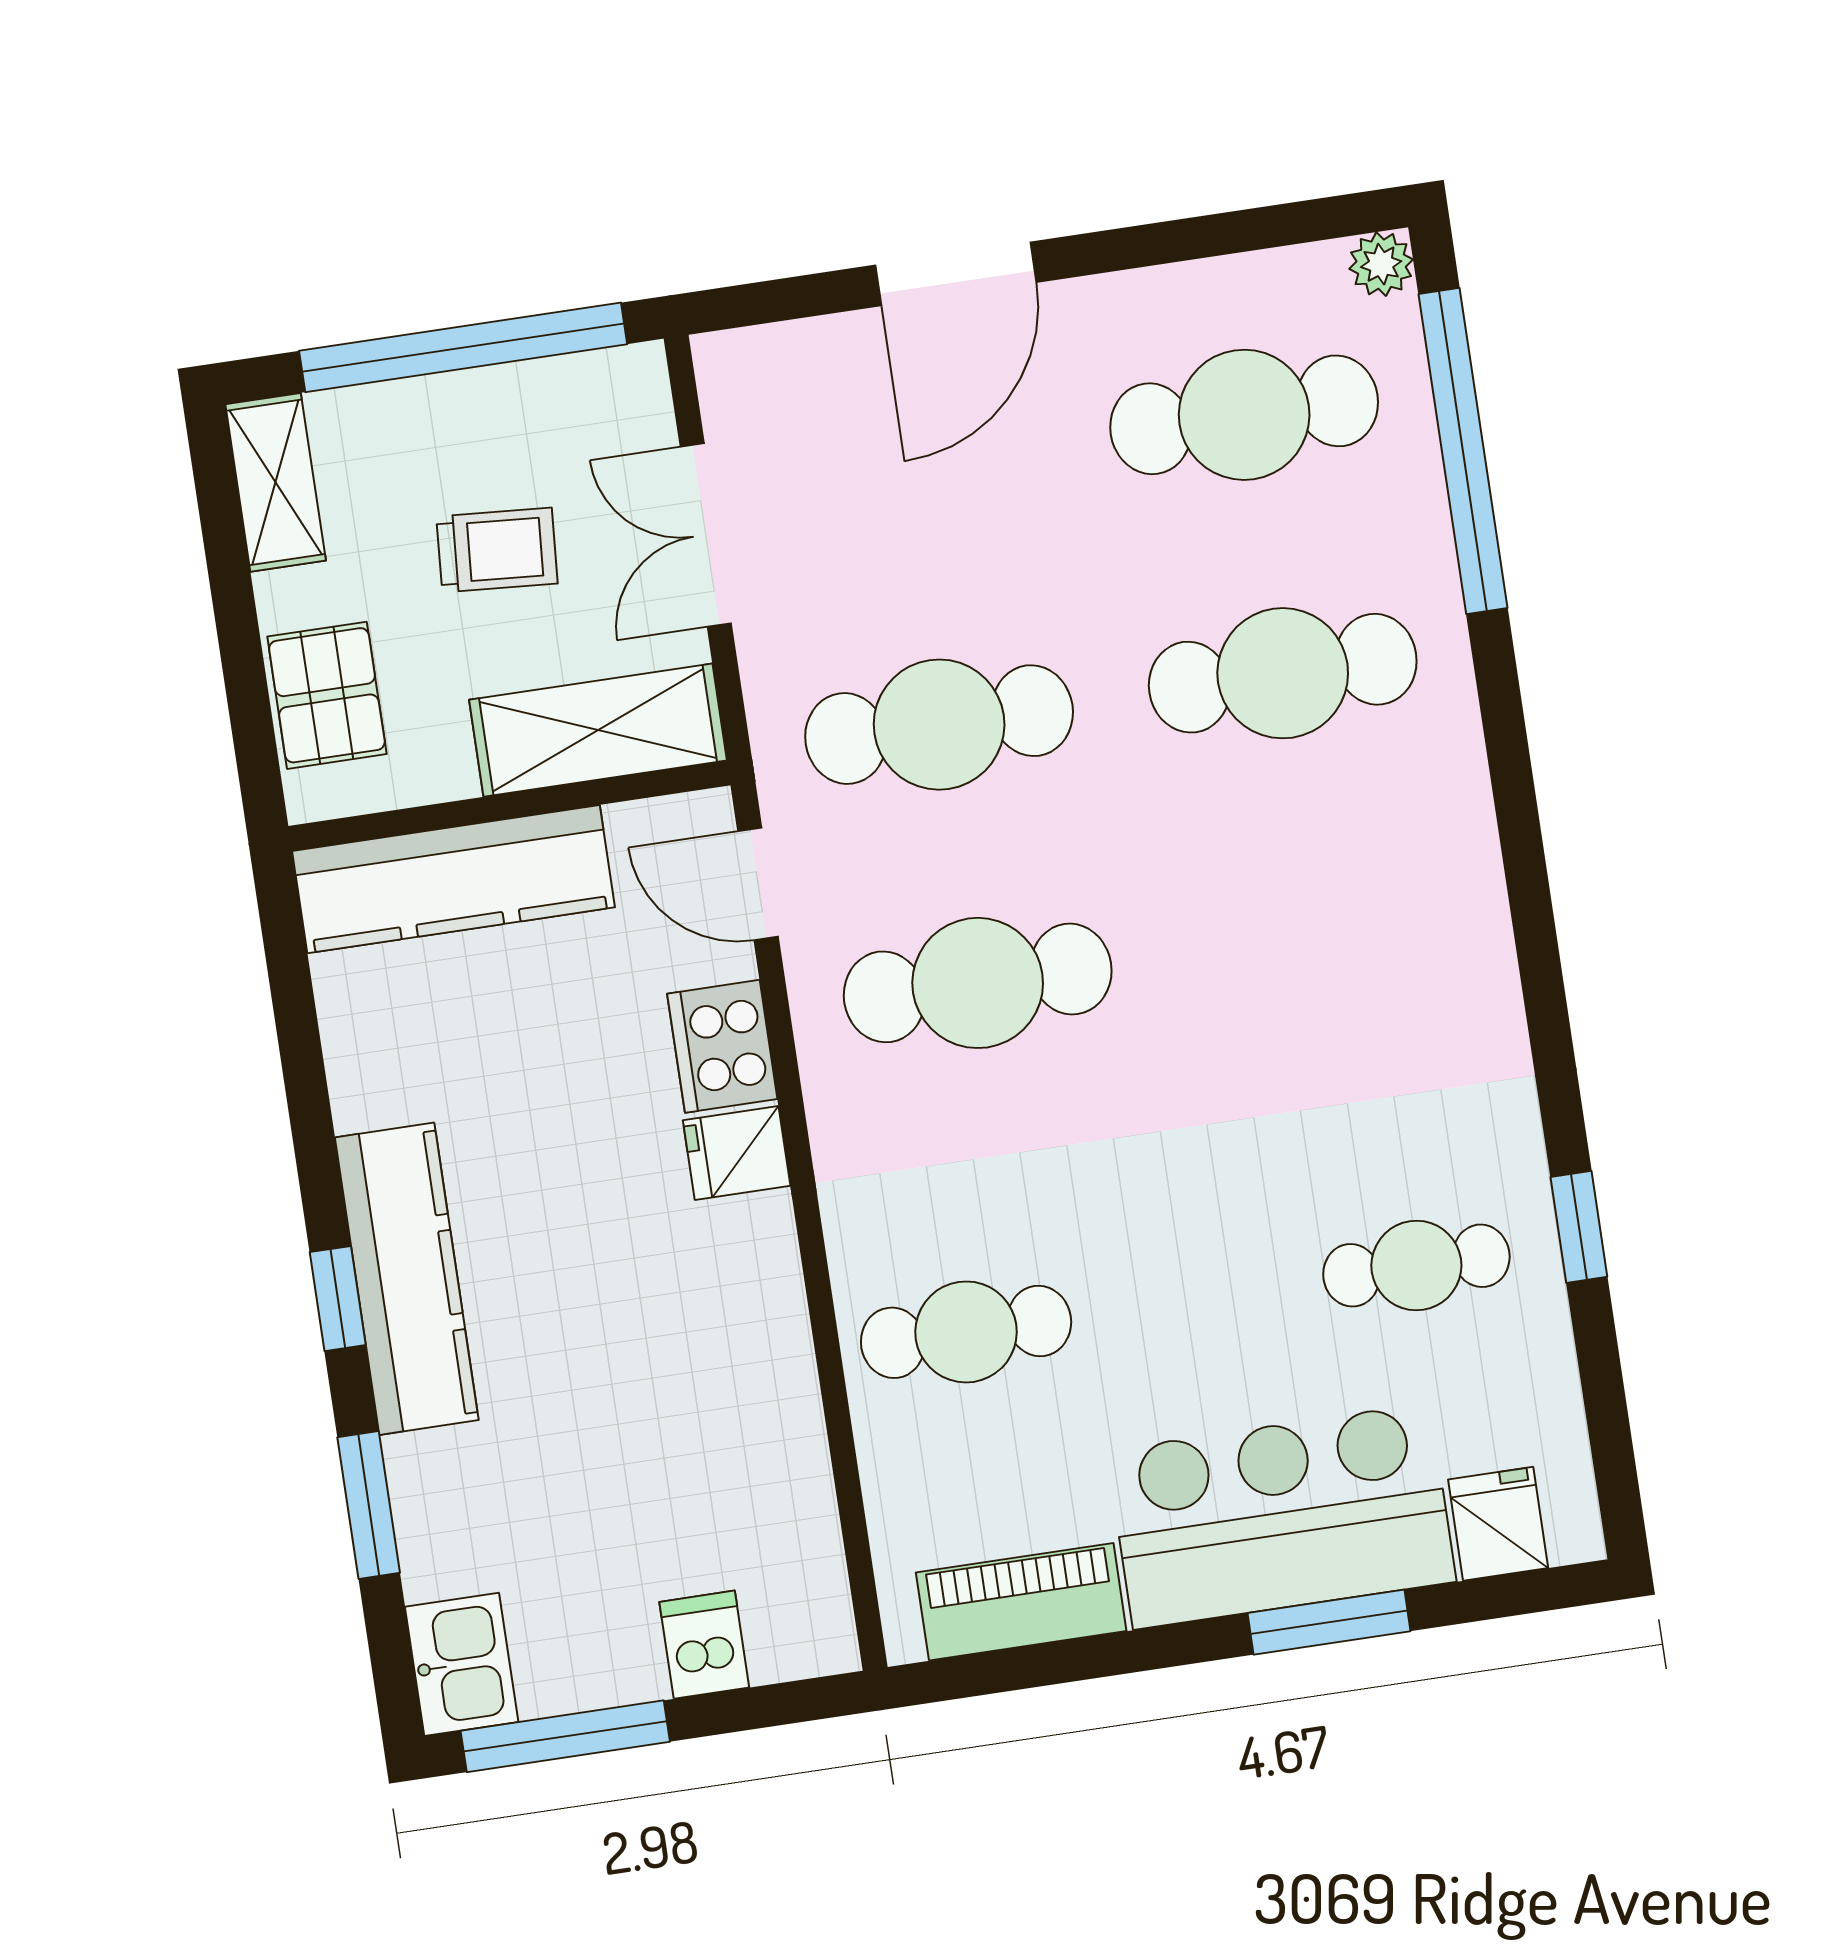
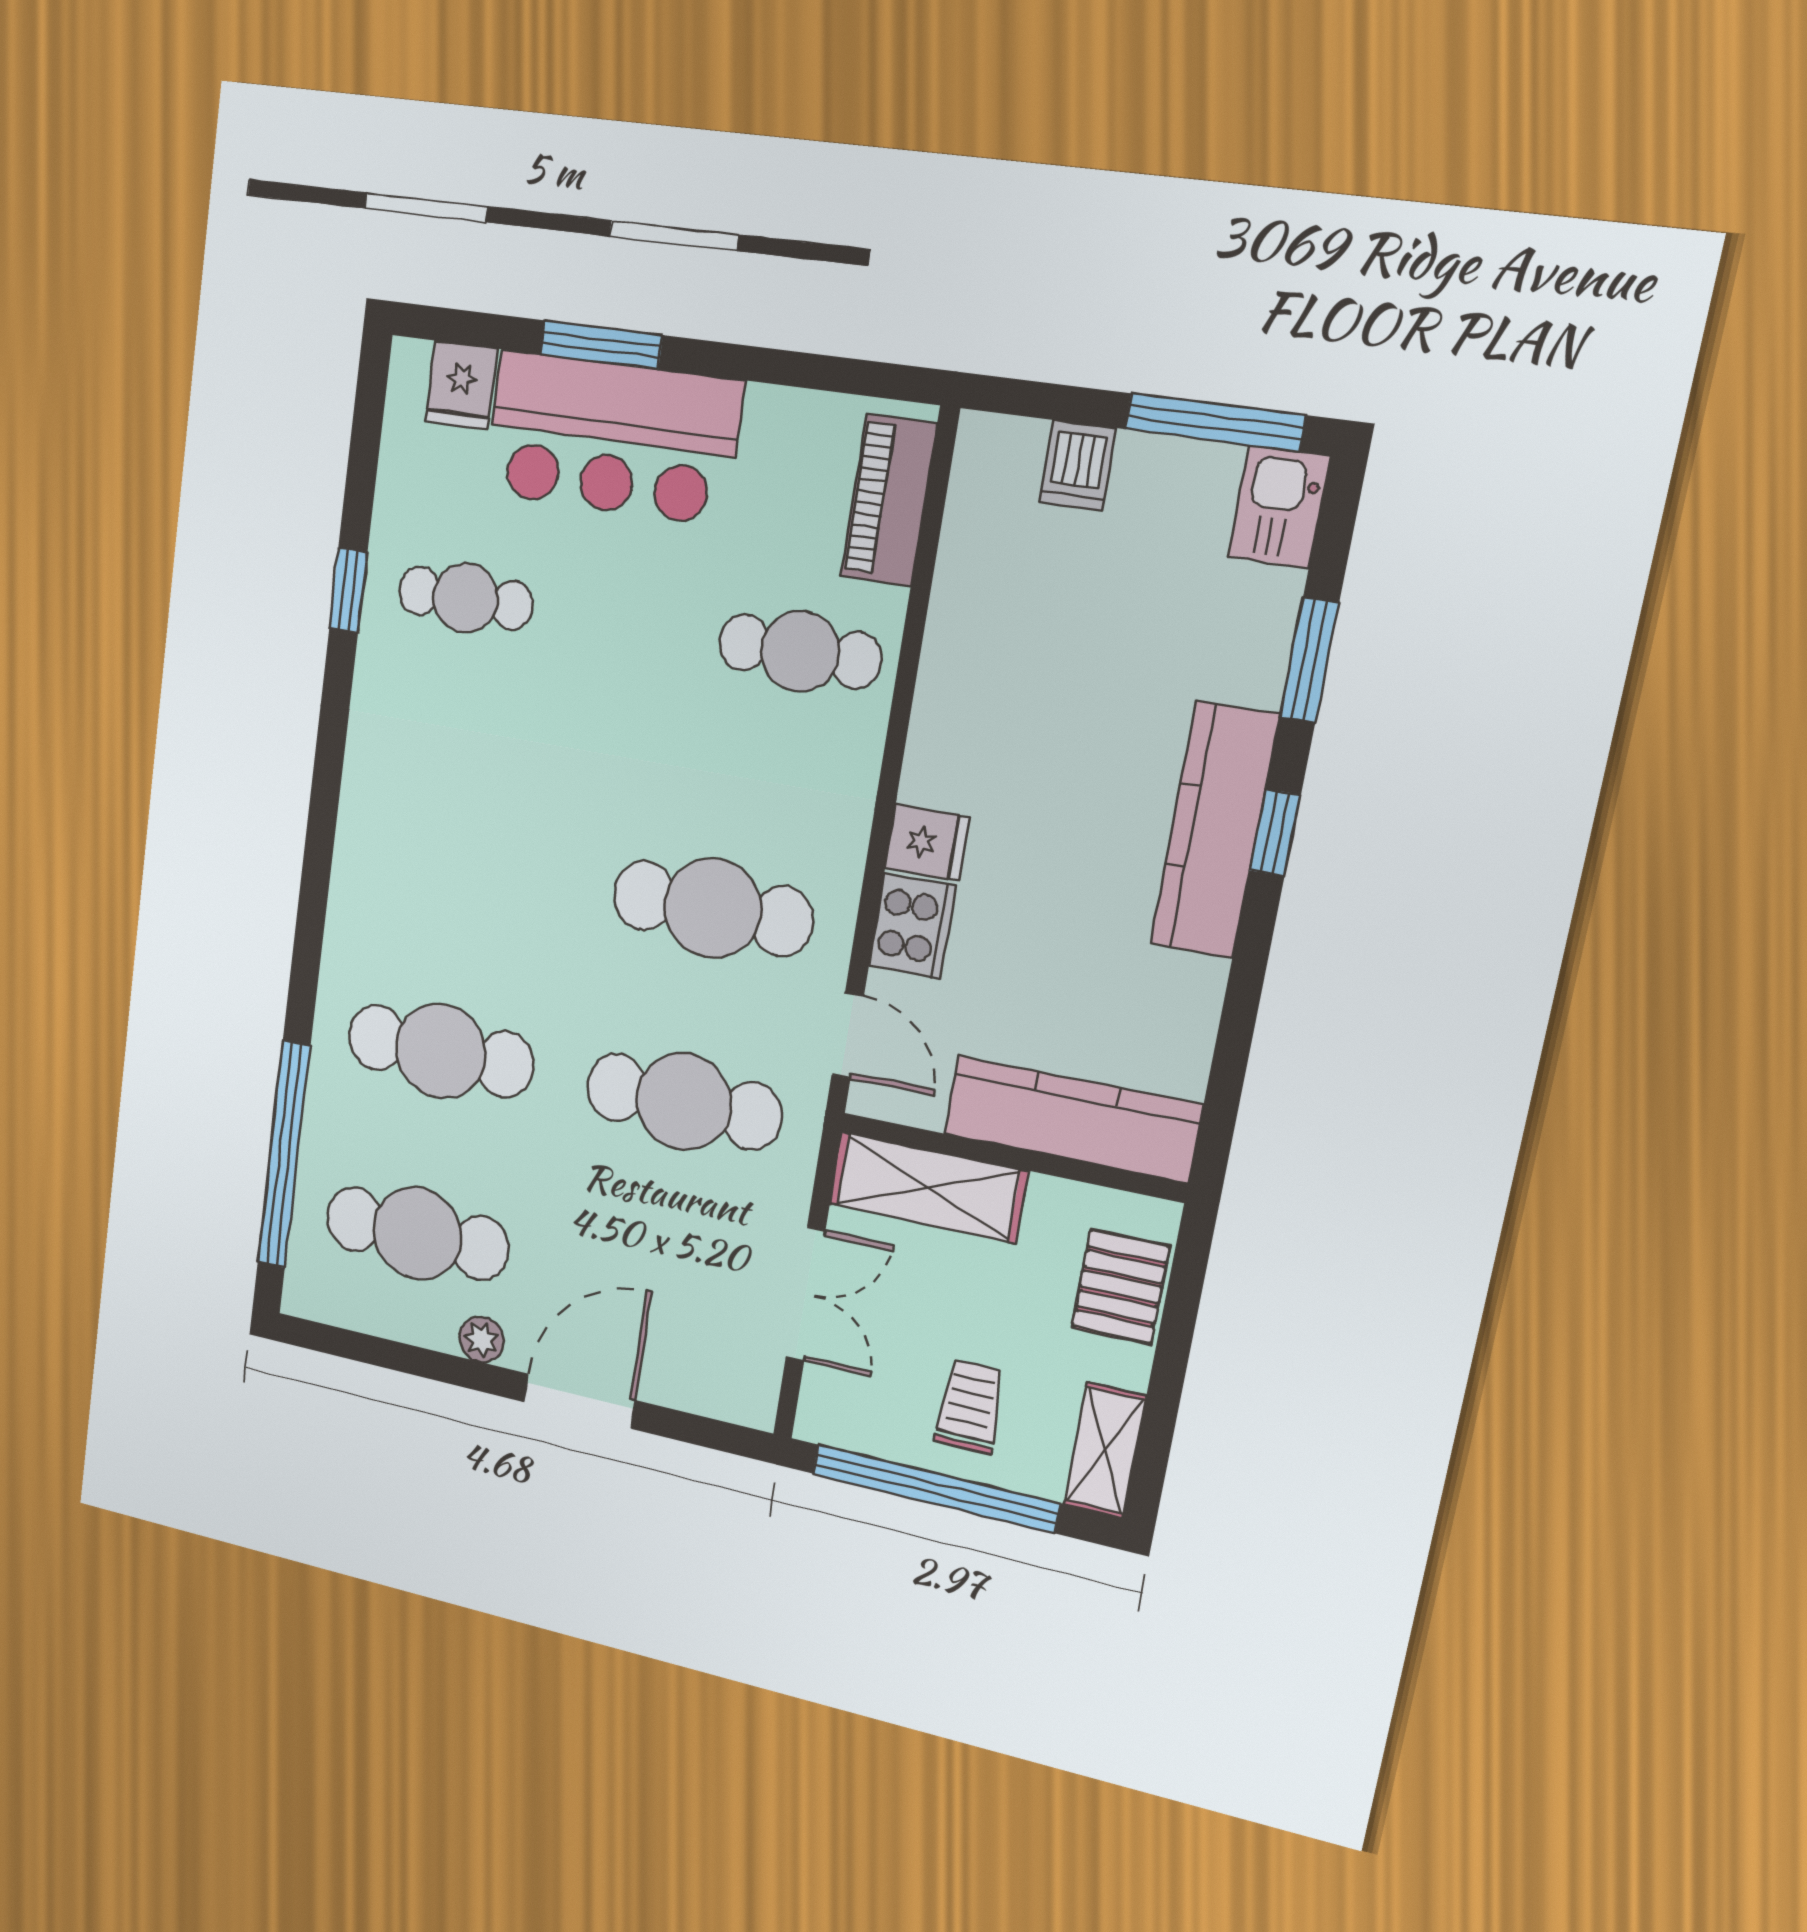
plant: (1381, 264) -> (482, 1340), moved
trolley: (497, 550) -> (970, 1407), moved, turned 86
piano: (1021, 1602) -> (889, 500), moved, turned 90

